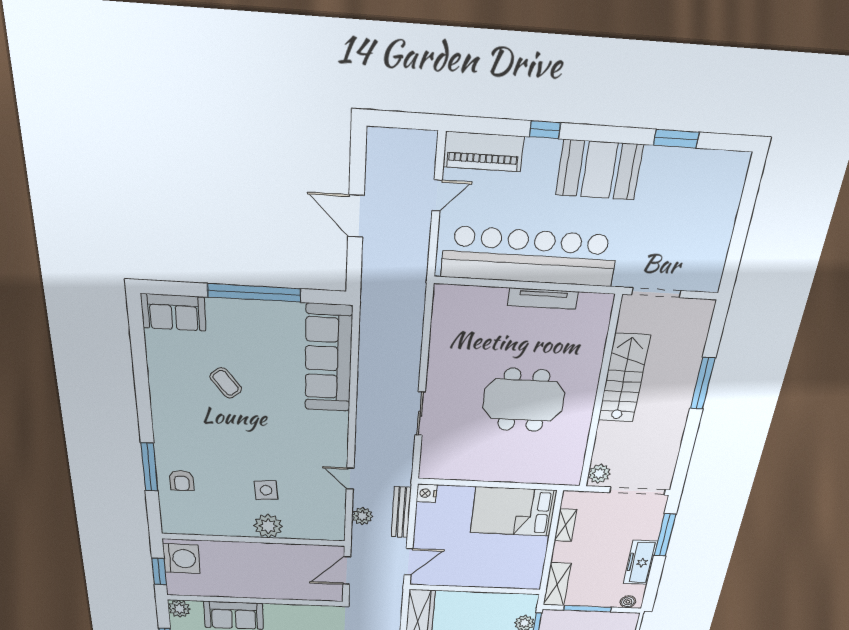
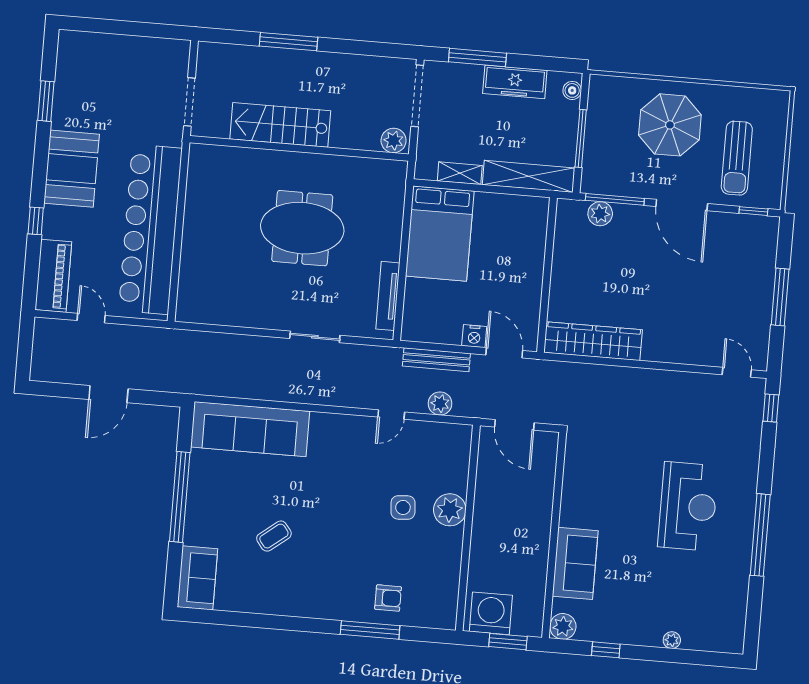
tv unit: (543, 299) -> (388, 296), moved, turned 180
meeting table: (524, 400) -> (302, 228), turned 90
nightstand: (427, 493) -> (474, 336), moved
shelving: (557, 584) -> (529, 176), width x1.47

